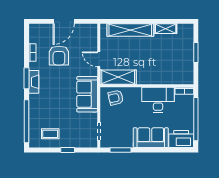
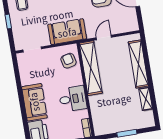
shelving: (118, 77) -> (91, 68), width x1.47
desk: (158, 100) -> (73, 99), width x0.73
window: (120, 150) -> (17, 74), removed

